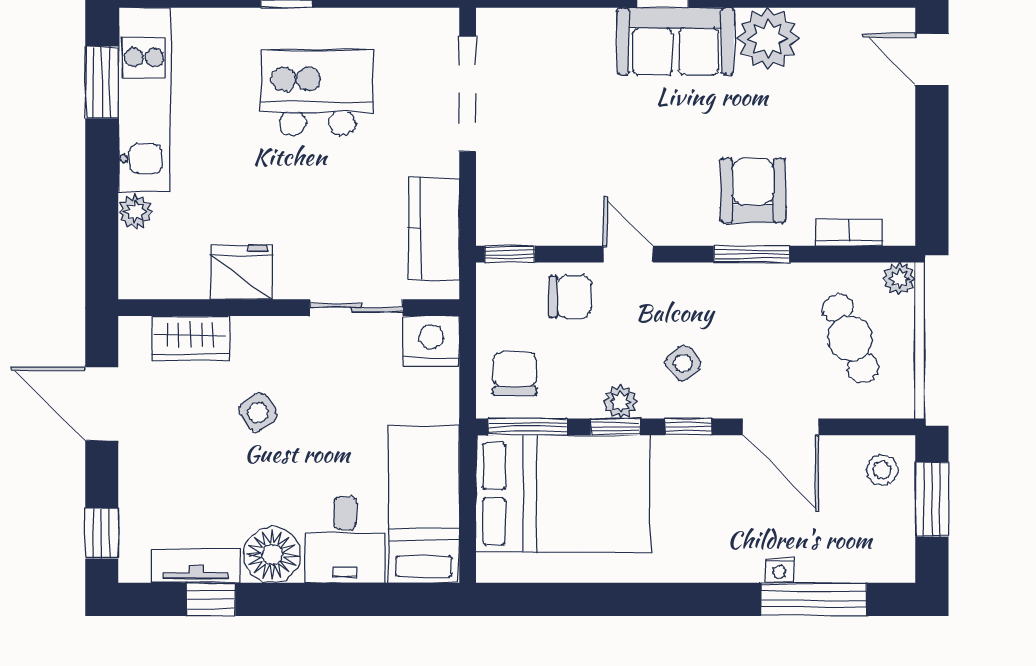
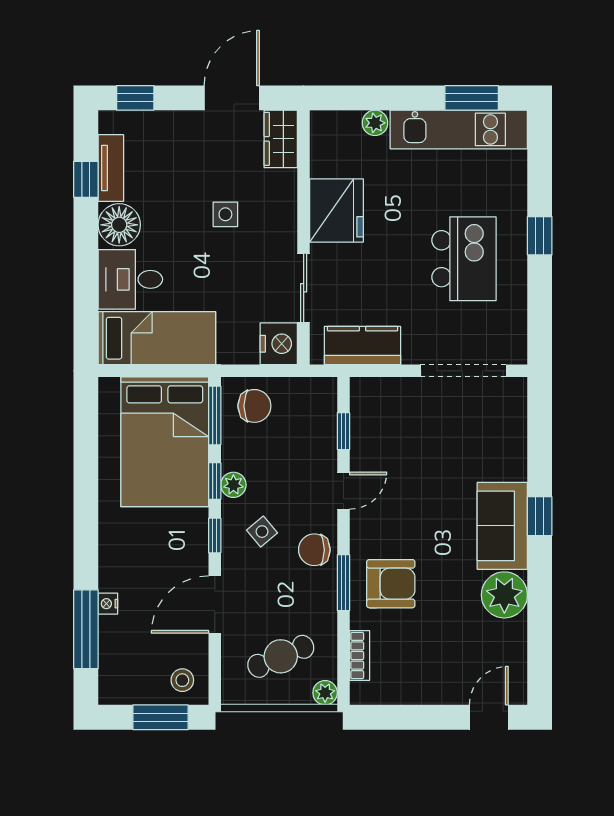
window: (510, 254) -> (343, 431), moved
fridge: (241, 273) -> (337, 210), width x1.36, depth x1.34
chair: (570, 297) -> (314, 550), moved, turned 90
wardrobe: (191, 338) -> (281, 139), moved
side table: (258, 412) -> (225, 214), turned 34

